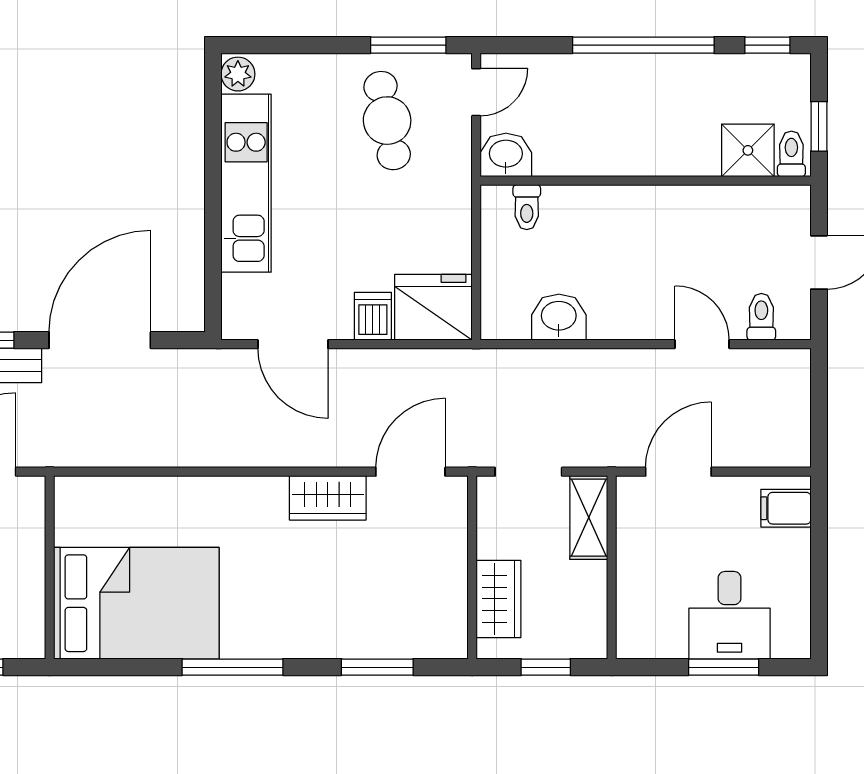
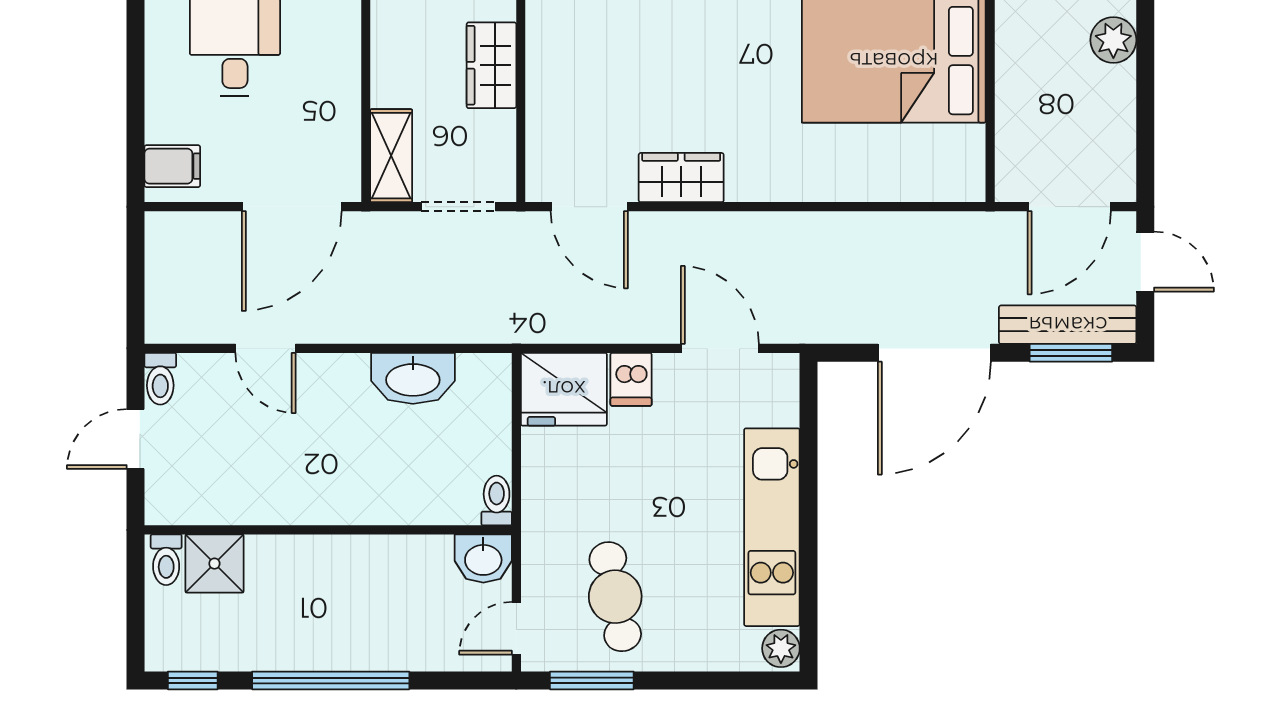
window: (819, 126) -> (135, 590), removed
toilet: (527, 207) -> (497, 501), moved
washbasin: (559, 317) -> (413, 378), width x1.38
toilet: (761, 317) -> (160, 379), moved
door: (410, 472) -> (589, 207), hinge flipped
door: (678, 472) -> (292, 207), width x1.36

